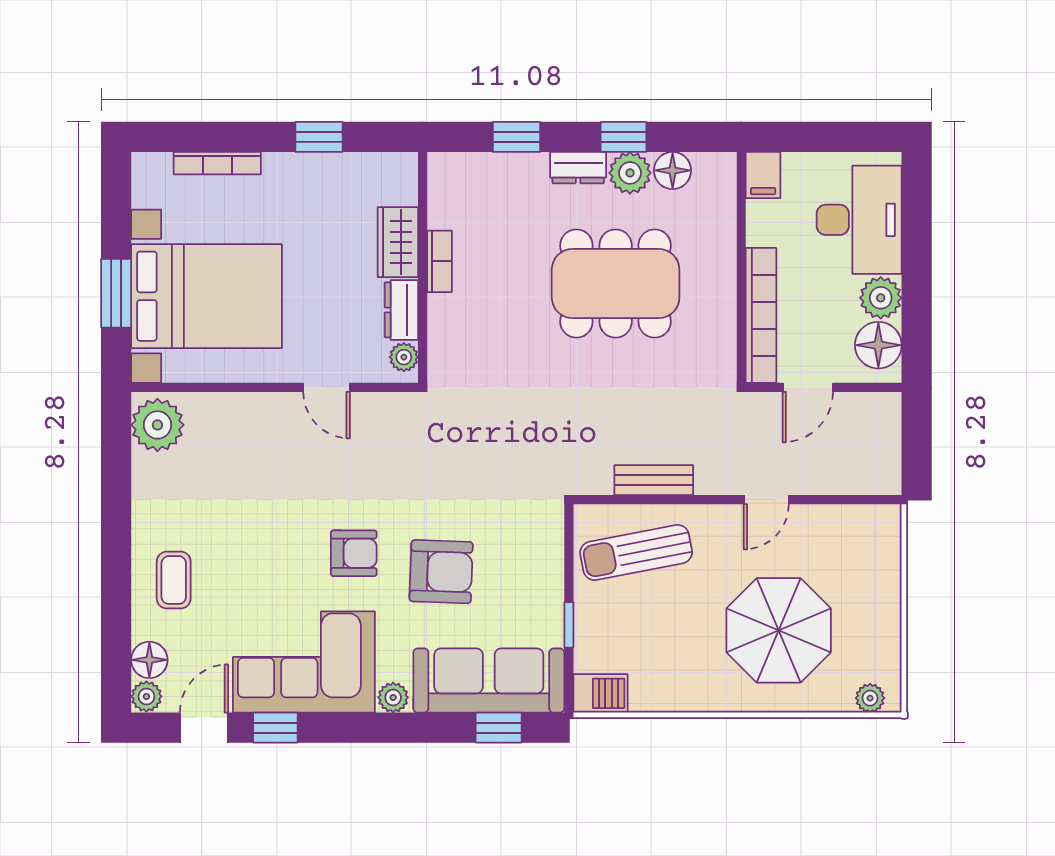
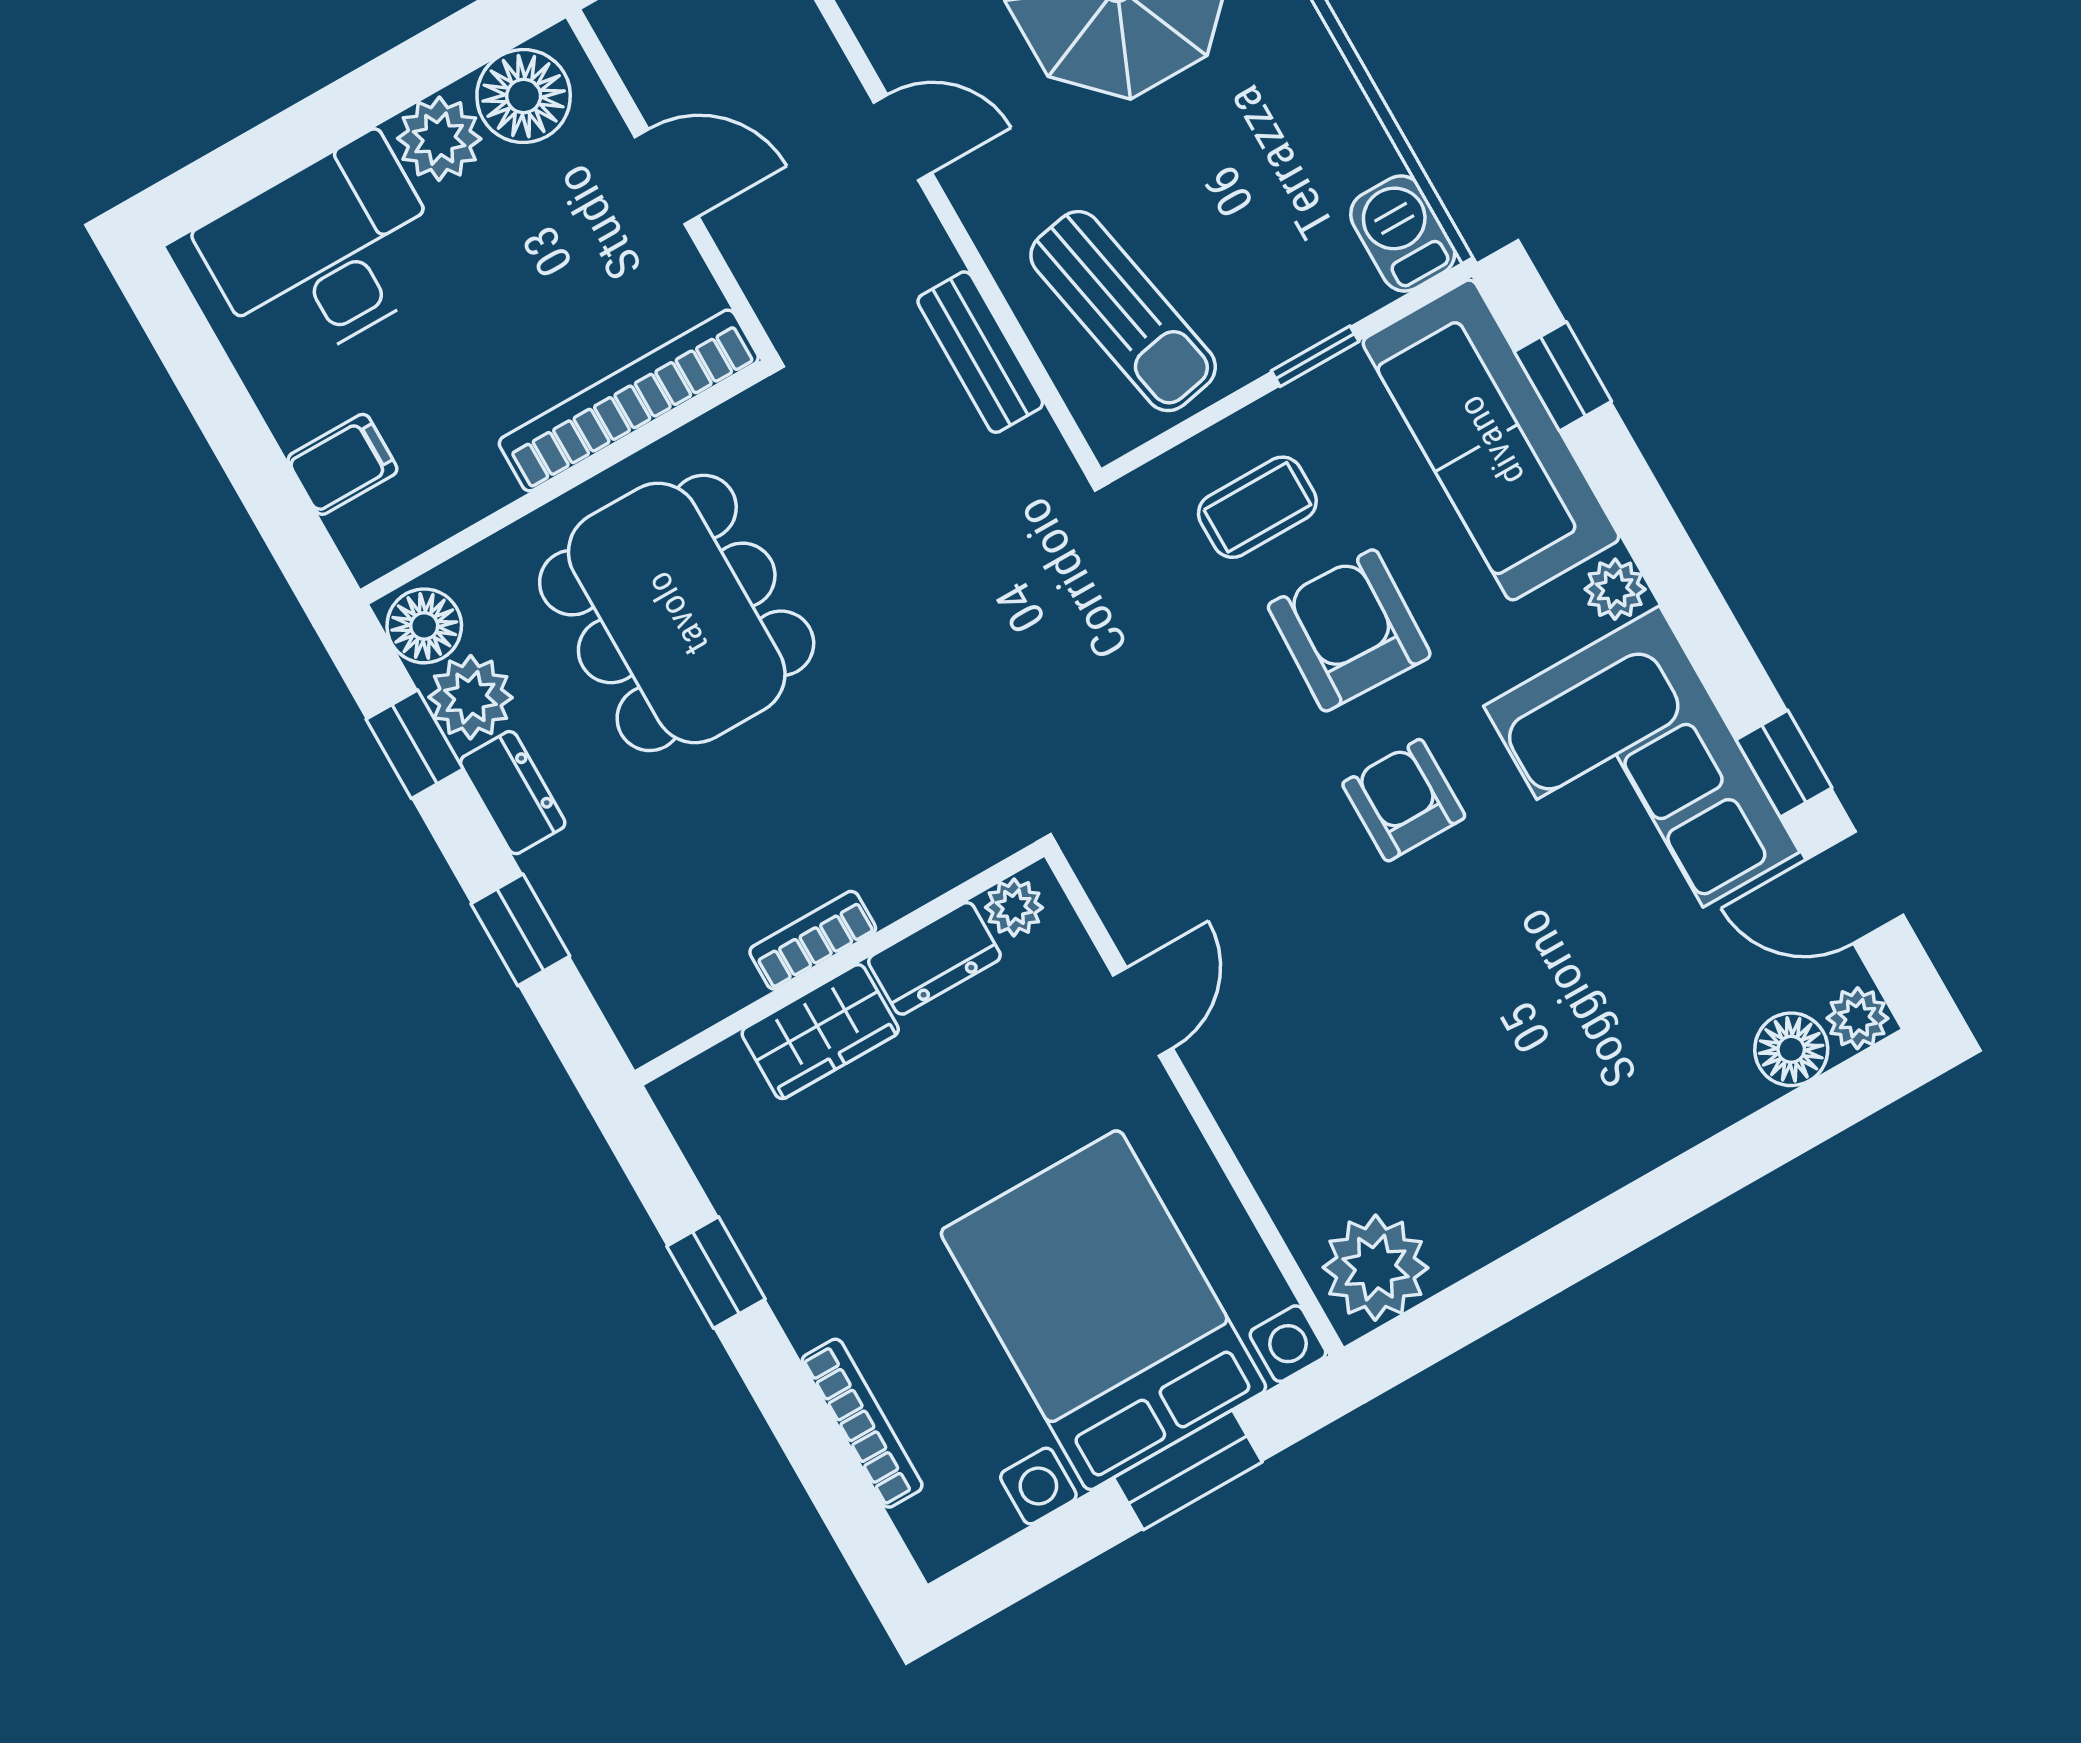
wall: (741, 267) -> (565, 482), moved
bookcase: (761, 315) -> (629, 400), moved
coffee table: (174, 580) -> (1257, 507), moved

